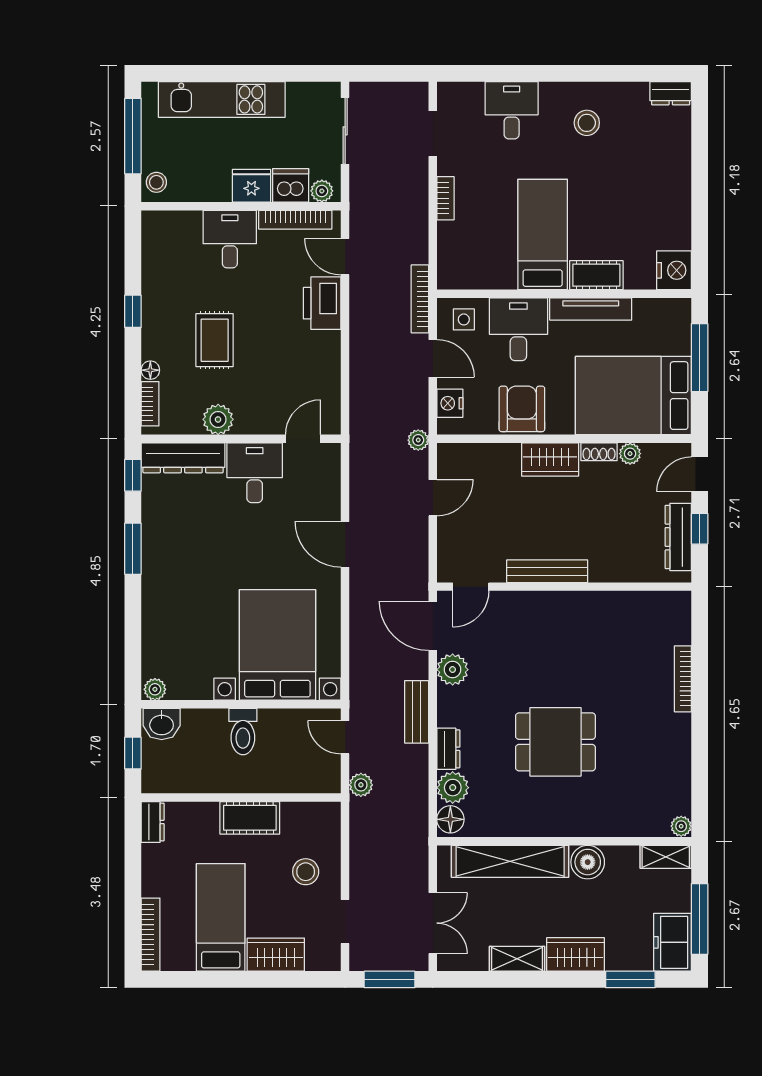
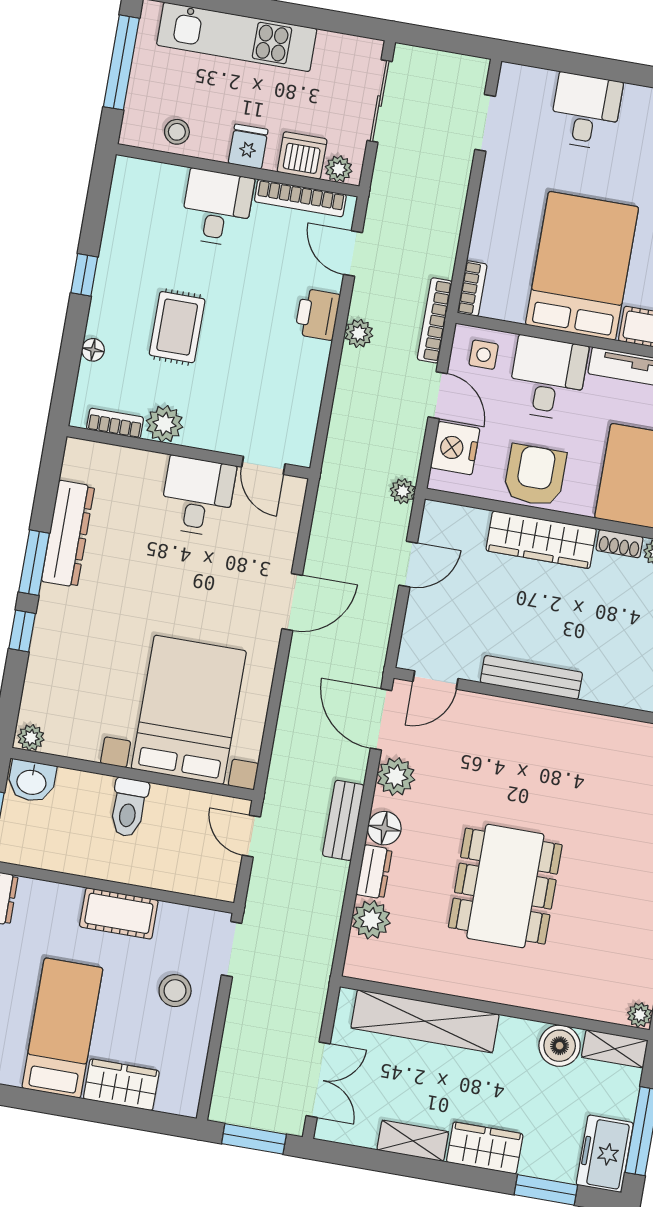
stool: (156, 182) -> (177, 132), moved
fridge: (251, 186) -> (248, 147), width x0.72
bookcase: (445, 198) -> (472, 288), moved
bed: (543, 234) -> (582, 266), width x1.50
printer: (322, 303) -> (317, 314), width x0.73, depth x0.84
nightstand: (450, 403) -> (455, 448), width x1.36, depth x1.33
bookcase: (150, 404) -> (115, 423), moved, turned -90
door: (303, 439) -> (263, 465), swing flipped
dresser: (183, 458) -> (68, 534), moved, turned -90
wardrobe: (550, 460) -> (541, 540), width x1.50
window: (133, 475) -> (22, 631), moved
door: (345, 544) -> (292, 602), swing flipped
dining table: (555, 742) -> (505, 886), width x1.38
plant: (361, 785) -> (359, 333), moved
floor lamp: (450, 819) -> (384, 828), moved
boiler: (588, 862) -> (560, 1046), moved
doorway: (345, 922) -> (232, 949), moved

